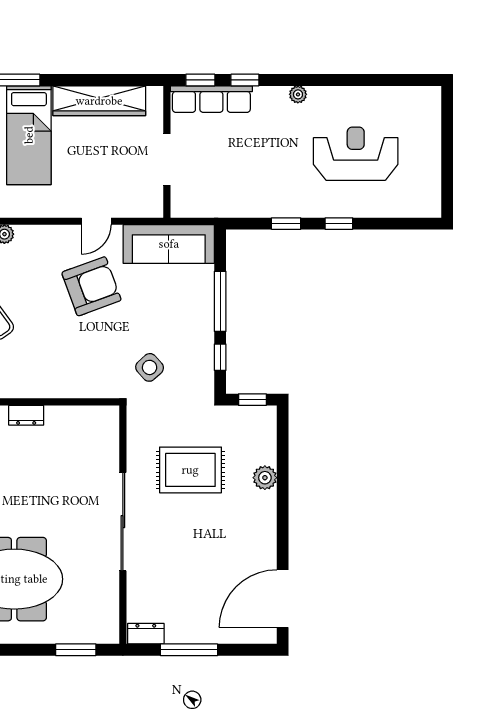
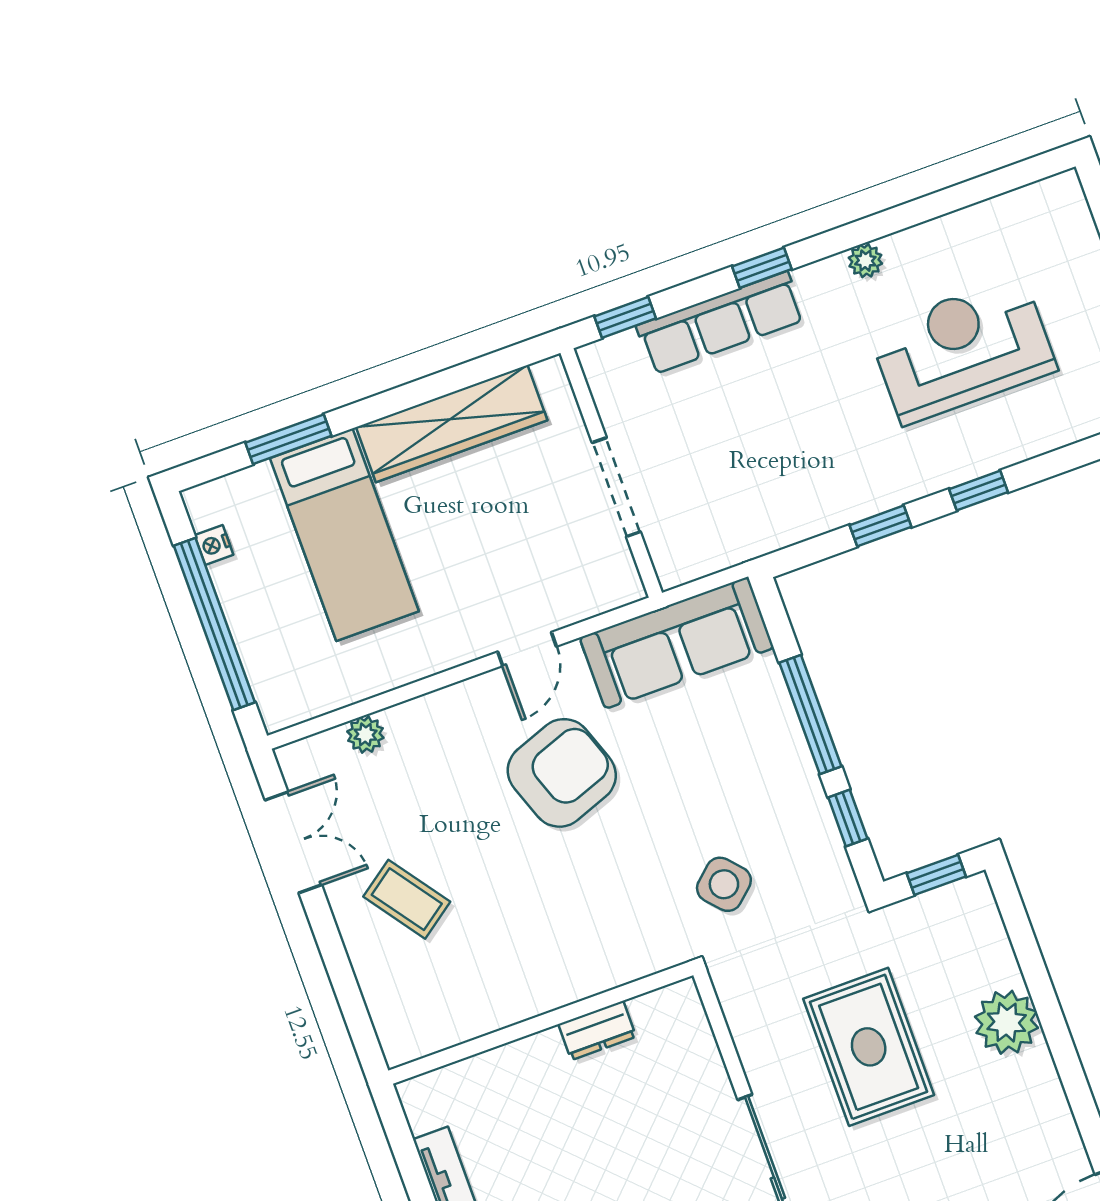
window: (245, 80) -> (762, 268), moved
plant: (298, 94) -> (865, 261), moved
row of seats: (211, 99) -> (720, 323), moved
dresser: (26, 415) -> (597, 1030), moved
rug: (190, 470) -> (869, 1047), turned 90
plant: (265, 478) -> (1007, 1022), width x1.36, depth x1.36

